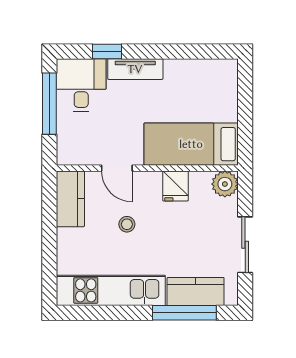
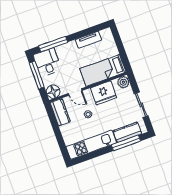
window: (107, 51) -> (53, 44), width x2.17
tv unit: (135, 69) -> (88, 40), moved
floor lamp: (71, 150) -> (53, 92), added
fridge: (175, 186) -> (104, 93), width x1.88, depth x1.34

